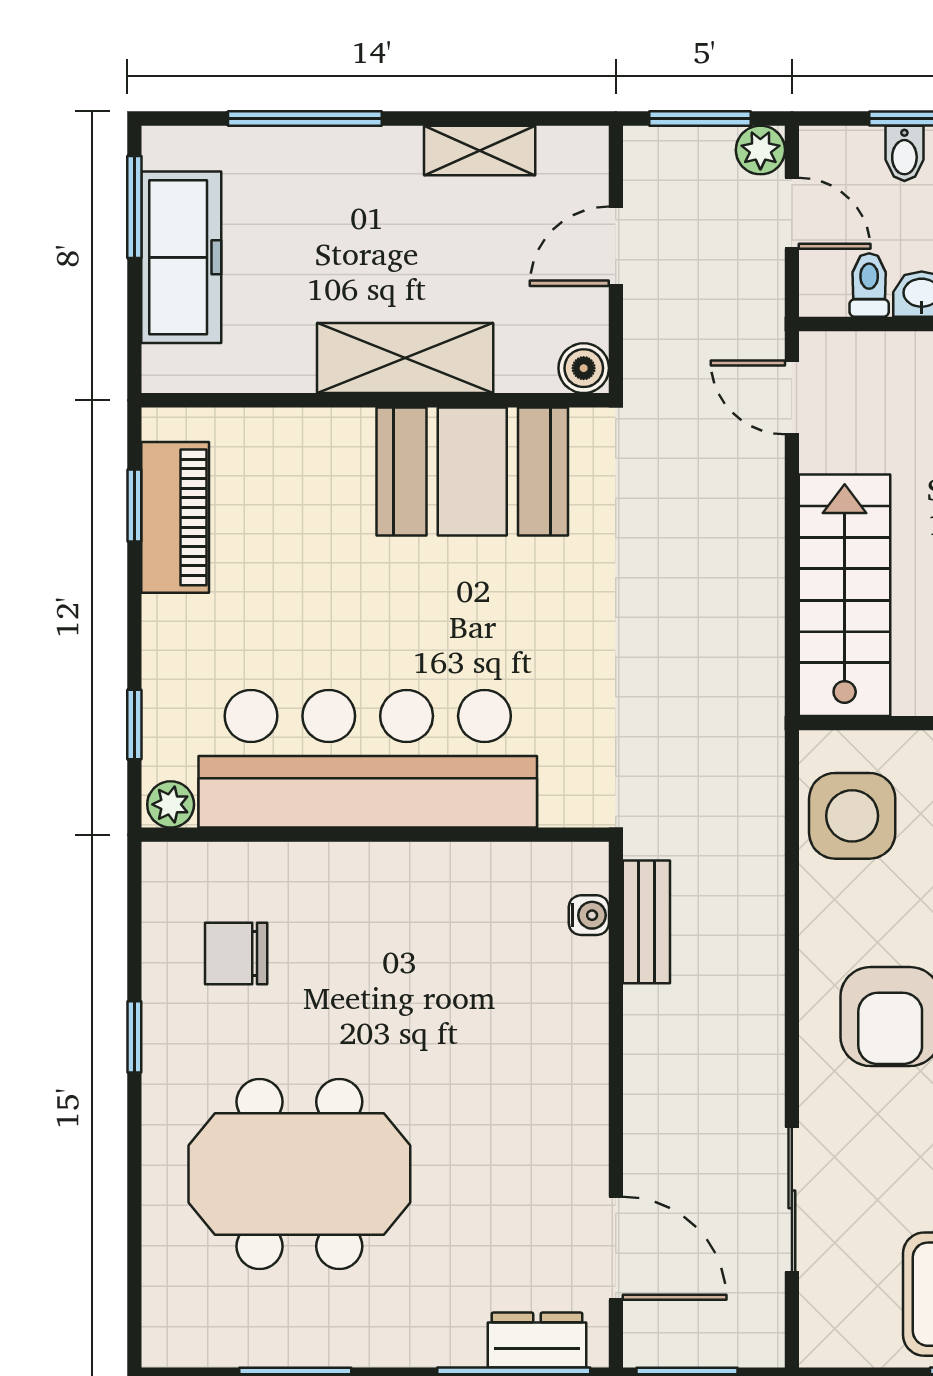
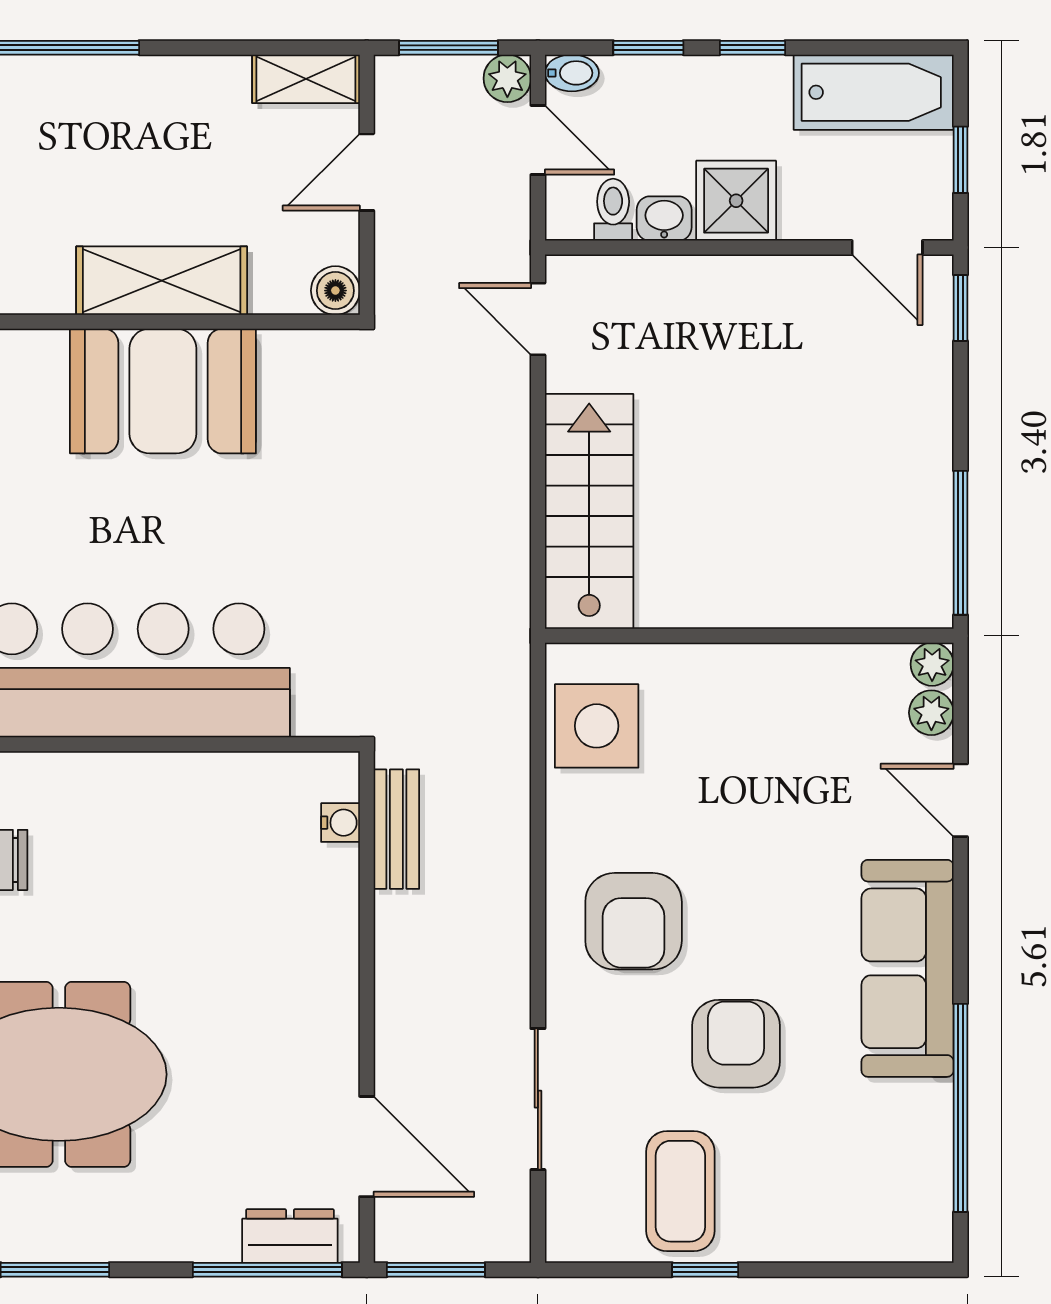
shelving: (480, 150) -> (306, 79), moved
bidet: (904, 153) -> (572, 73), moved, turned -90
booth: (472, 471) -> (163, 391), moved

